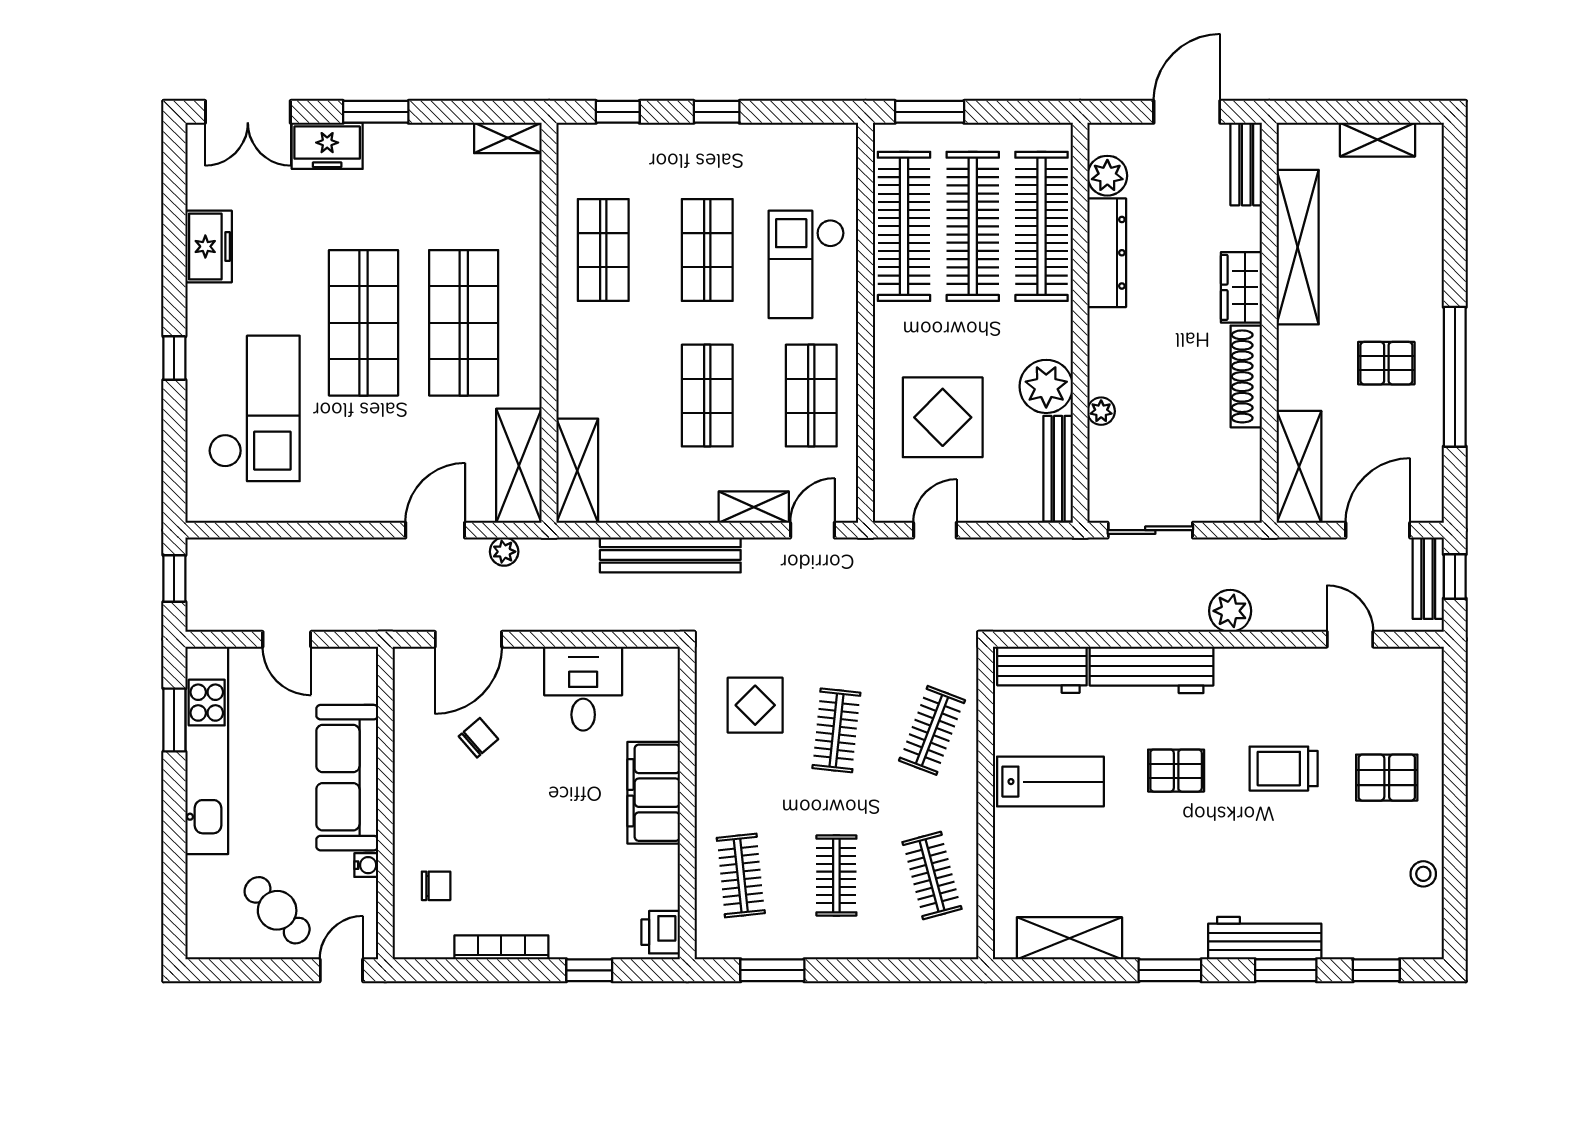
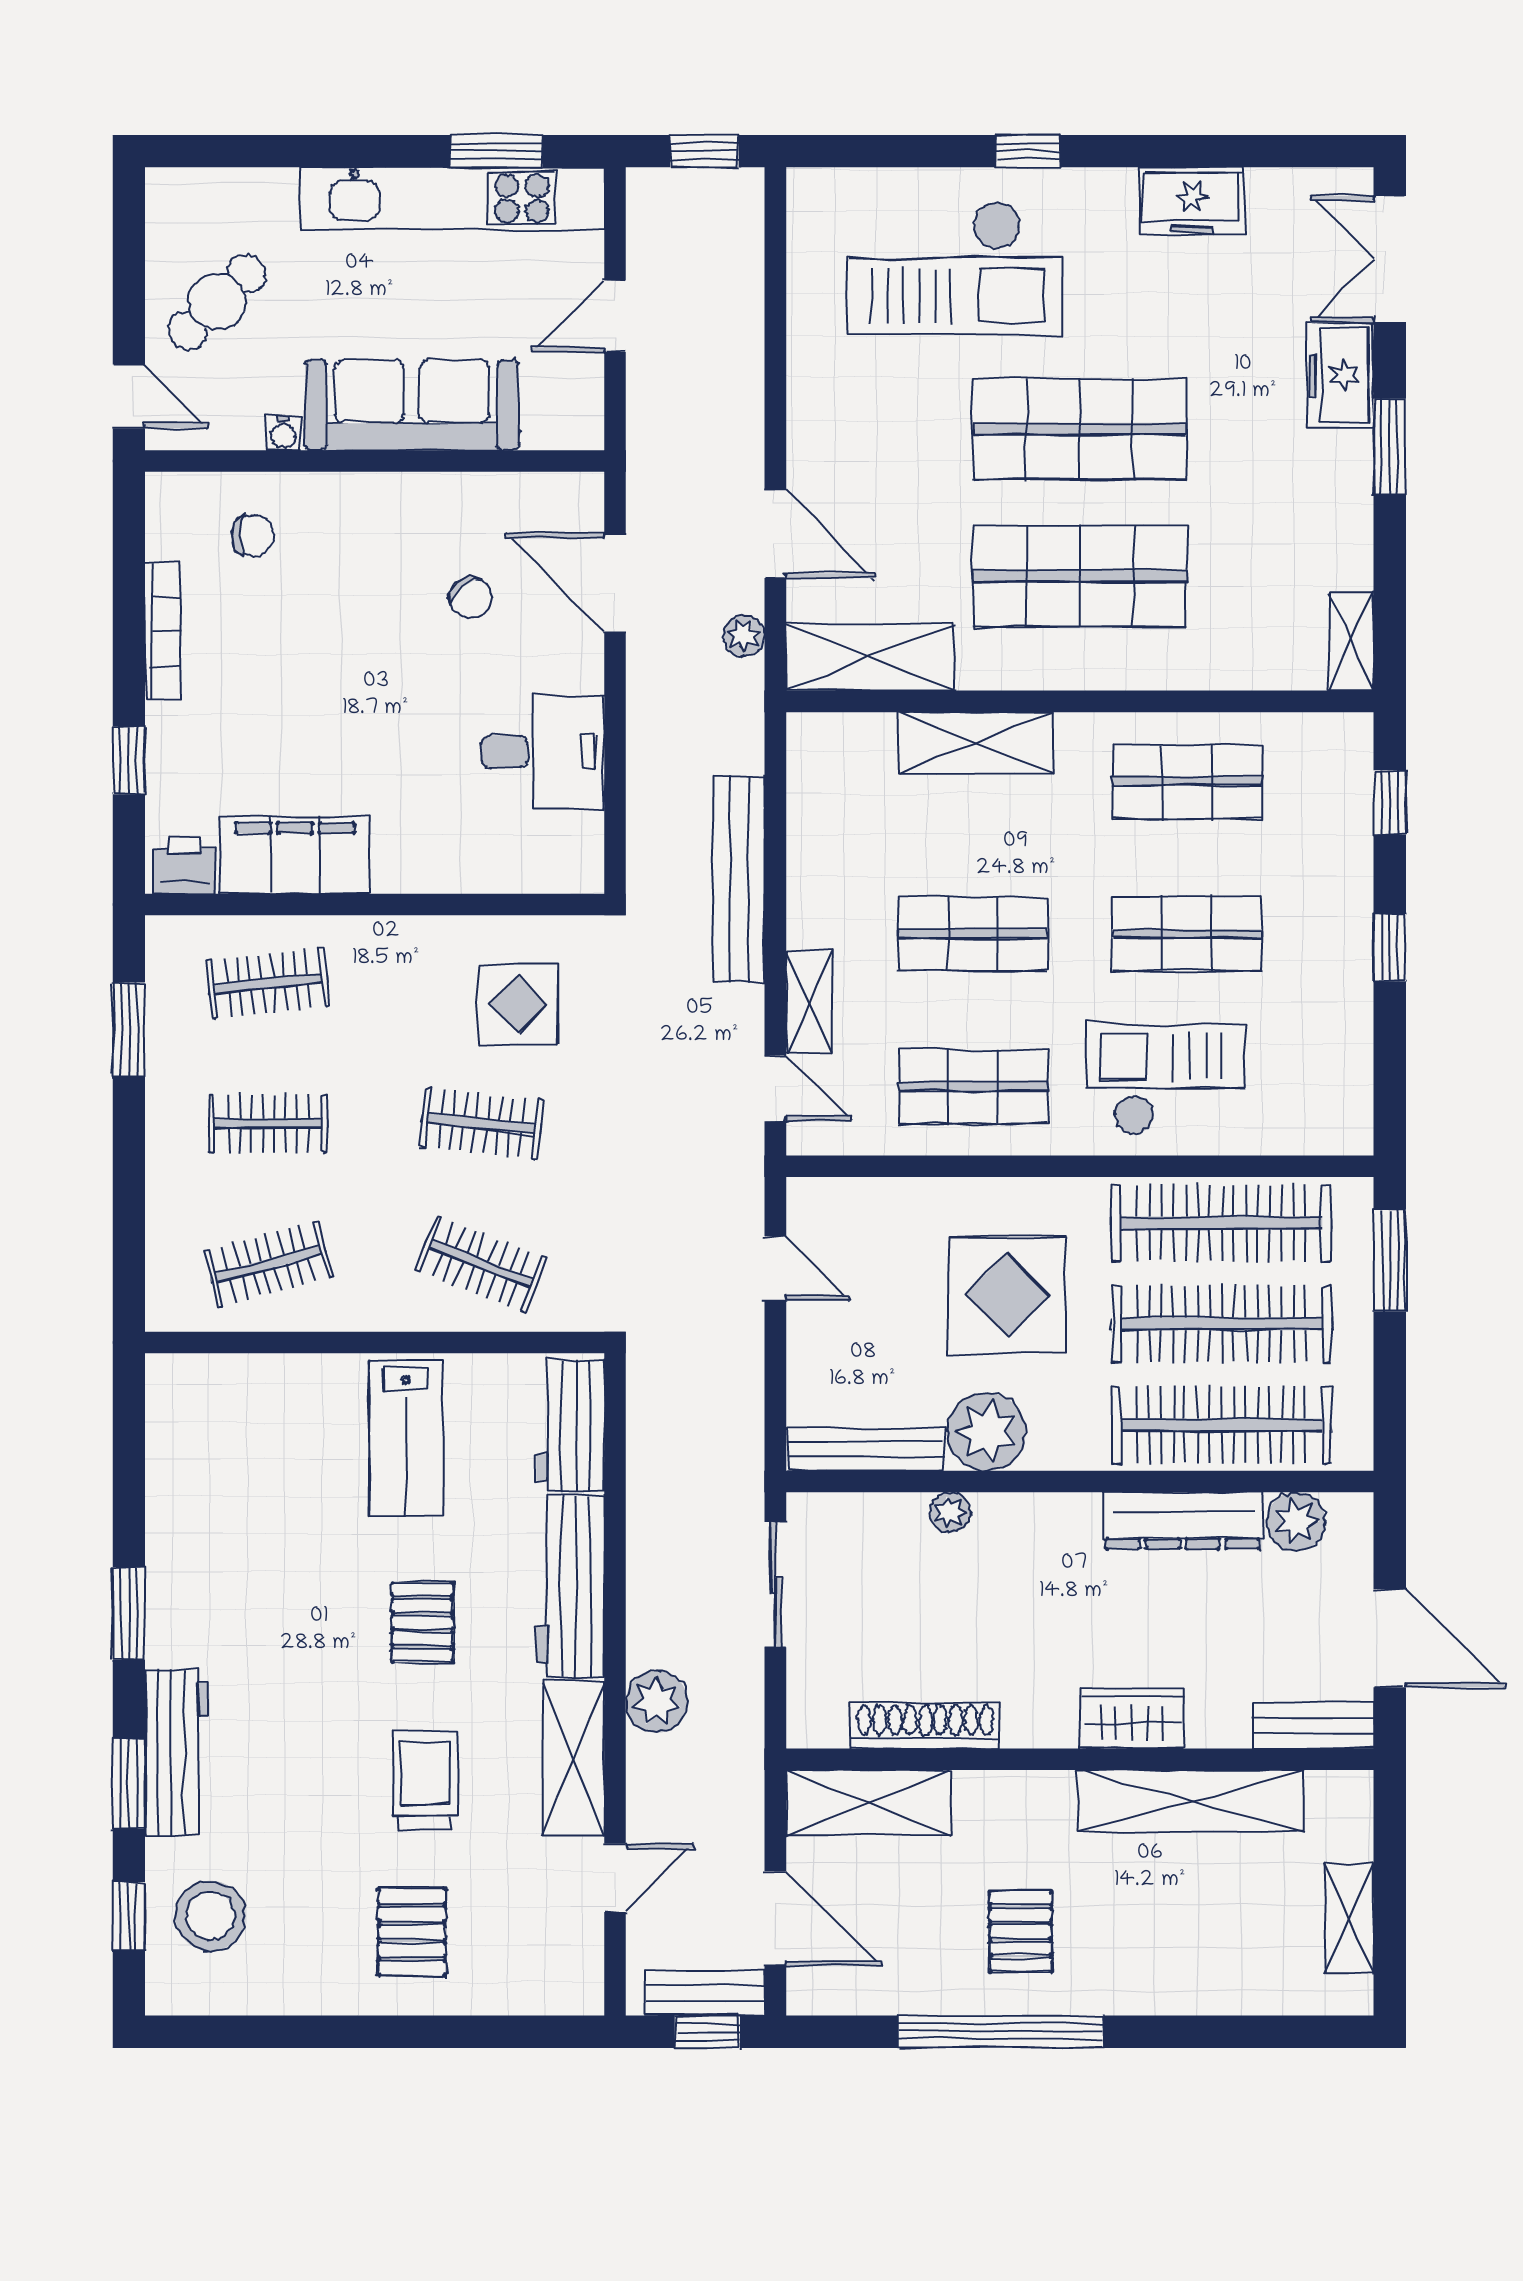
shoe rack: (1246, 376) -> (925, 1726), moved
display table: (943, 417) -> (1007, 1295), moved
shelving: (577, 471) -> (976, 743), moved
filing cabinet: (654, 793) -> (295, 855), moved
stool: (1423, 874) -> (210, 1916), moved, width x1.89, depth x1.89
chair: (436, 886) -> (253, 535), turned -90
shelving: (1069, 938) -> (573, 1759), moved

